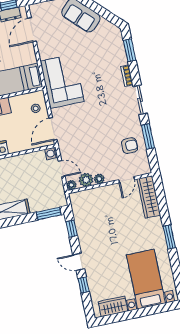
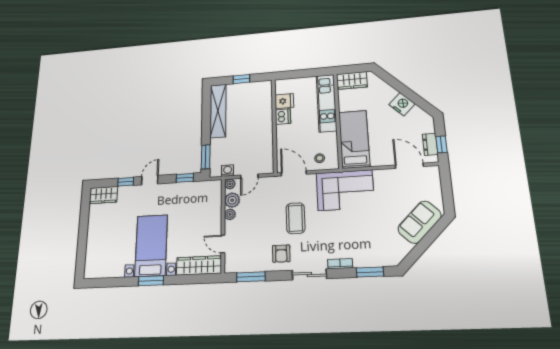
coffee table: (94, 120) -> (296, 218), added
window: (148, 136) -> (251, 277), moved
armchair: (130, 146) -> (281, 254), moved
washing machine: (51, 153) -> (228, 171), moved
bed with nightstands: (146, 279) -> (151, 246), moved, turned -90
wardrobe: (113, 306) -> (103, 195), moved, turned 90

